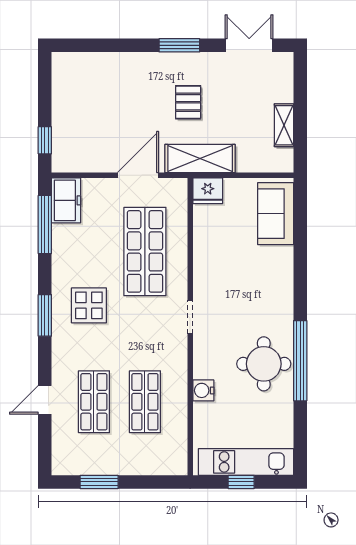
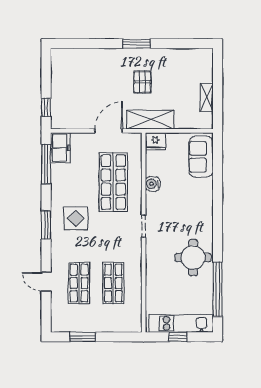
double door: (249, 45) -> (183, 44), removed
window: (300, 361) -> (218, 289), moved
water cooler: (203, 390) -> (153, 184), moved
door: (45, 400) -> (46, 282), hinge flipped

